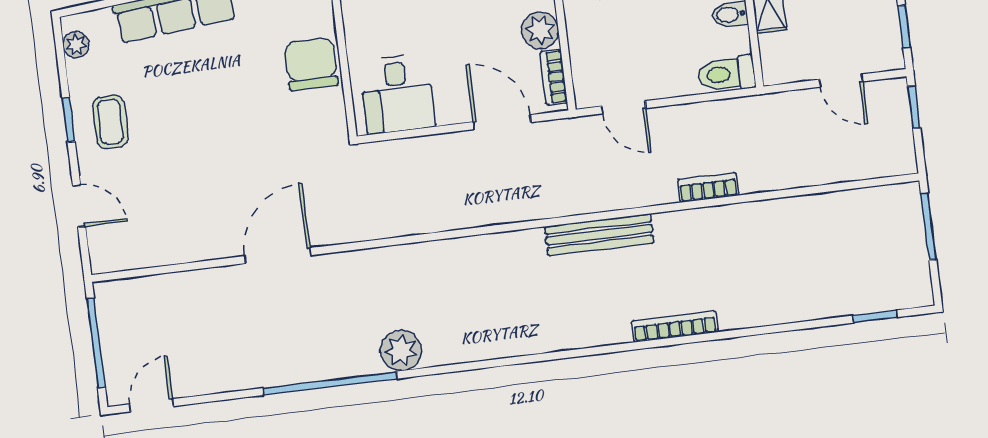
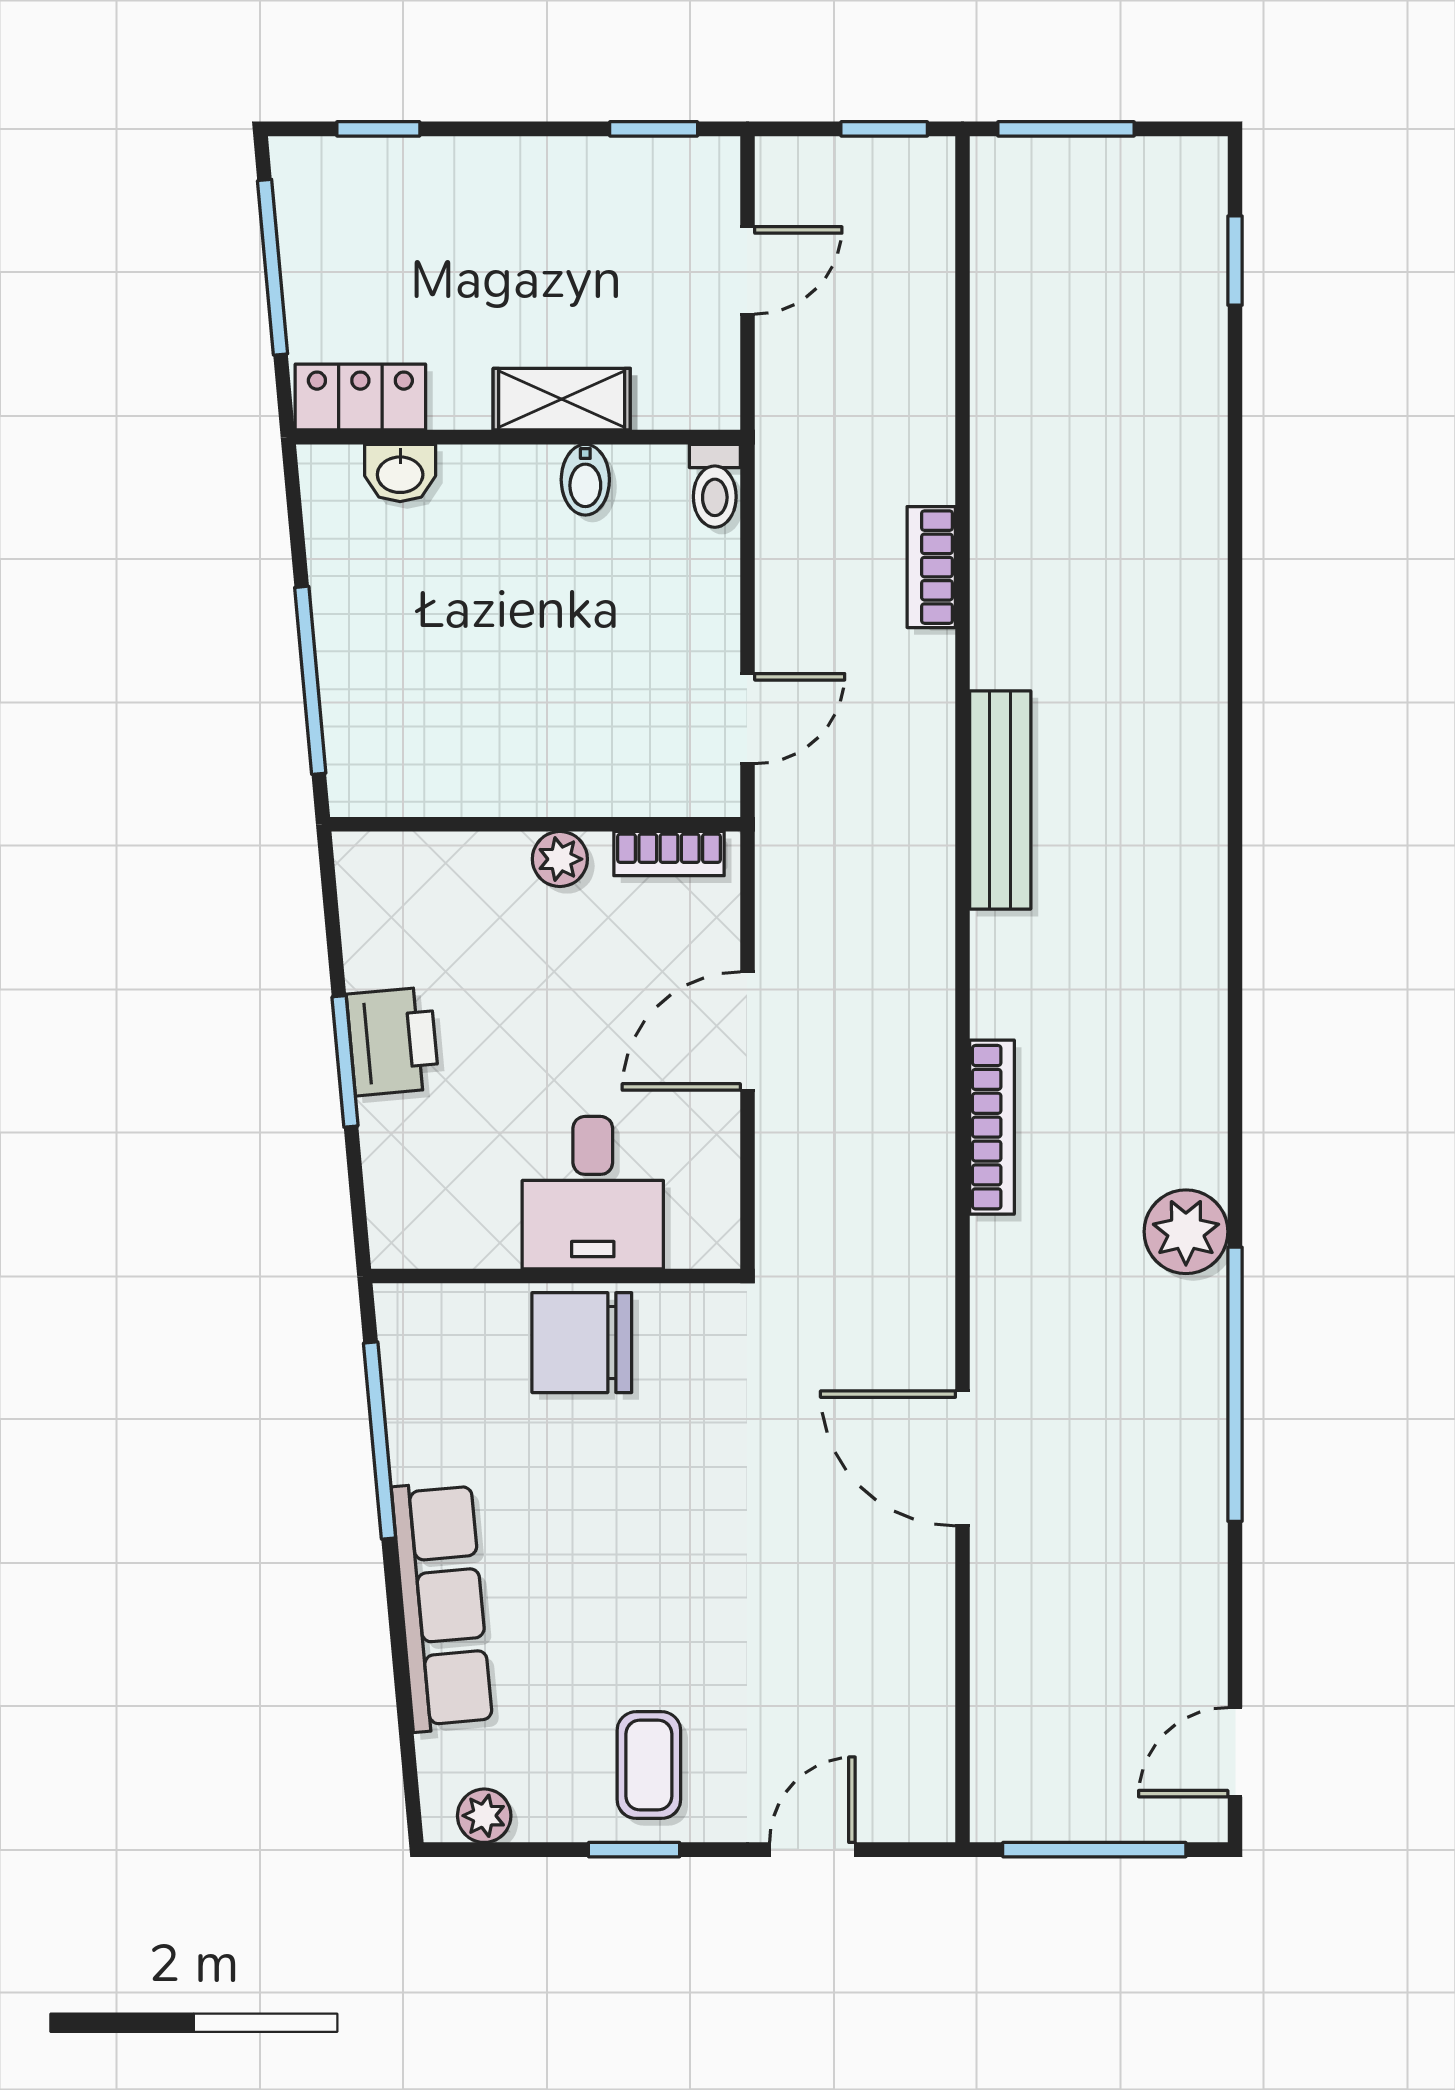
plant: (540, 30) -> (560, 859), width x0.73, depth x0.73
toilet: (726, 74) -> (715, 486), width x0.73, depth x0.72
desk: (397, 94) -> (593, 1193), moved, turned 90
window: (914, 107) -> (884, 129), moved
coffee table: (110, 122) -> (649, 1765), turned 90
door: (502, 122) -> (747, 1031), moved
bookcase: (675, 326) -> (992, 1127), moved, turned 180
door: (151, 405) -> (1235, 1752), hinge flipped

